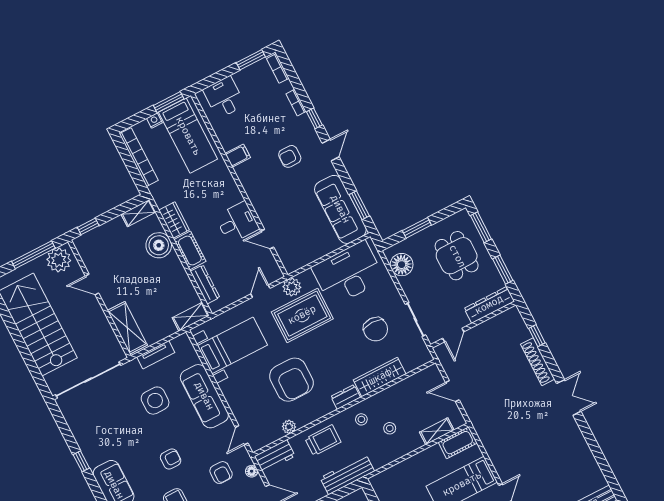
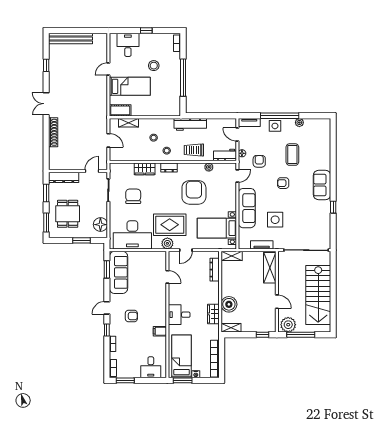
desk: (237, 222) -> (179, 315), moved
cot: (190, 250) -> (213, 293), removed
window: (537, 336) -> (46, 65), moved
wardrobe: (380, 377) -> (145, 169), width x0.67

